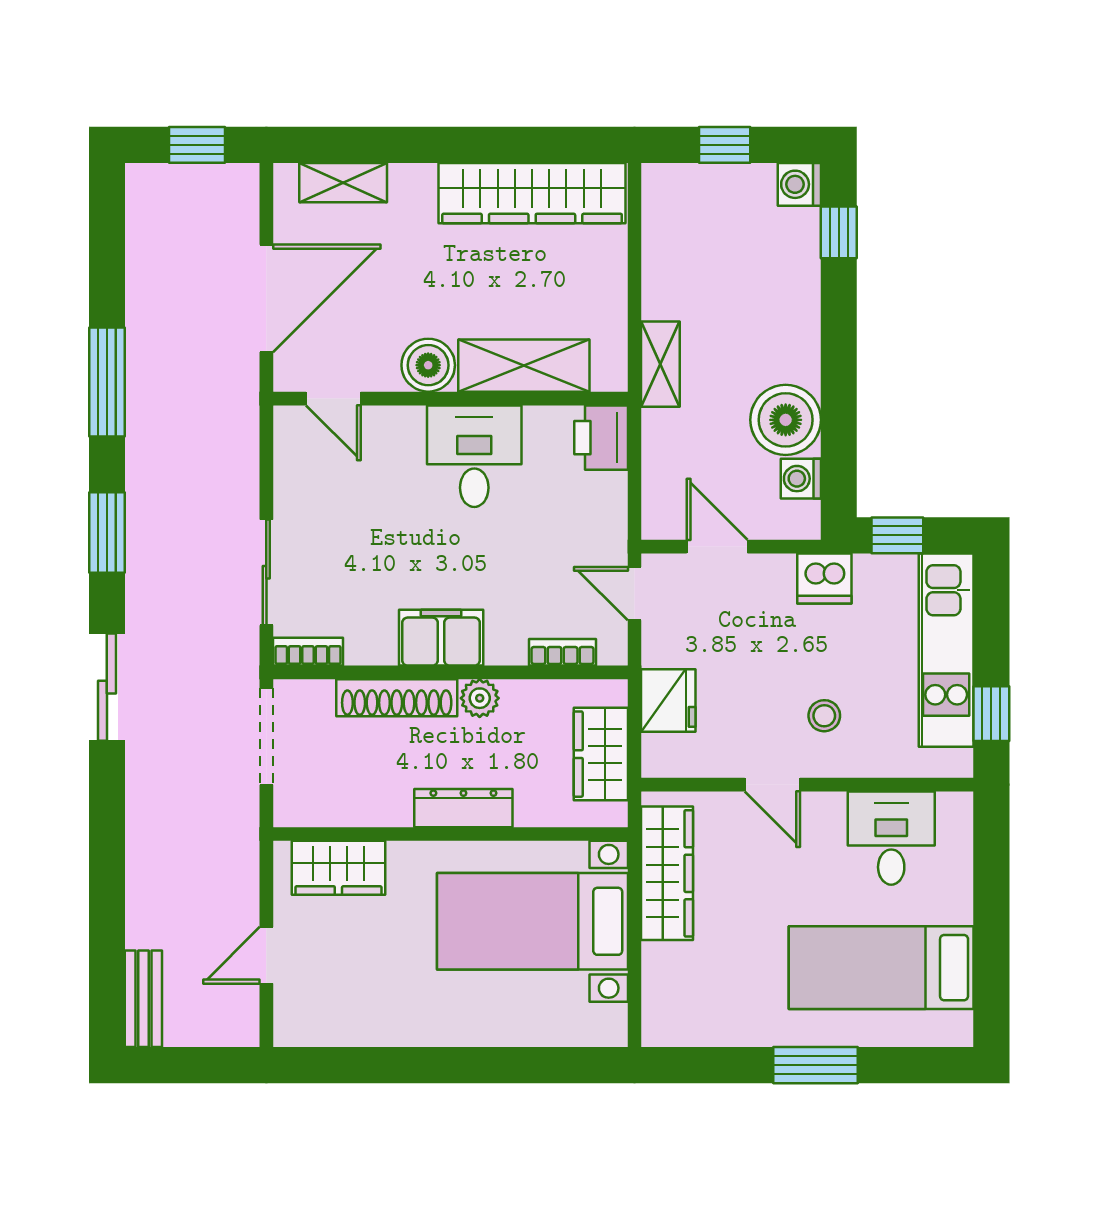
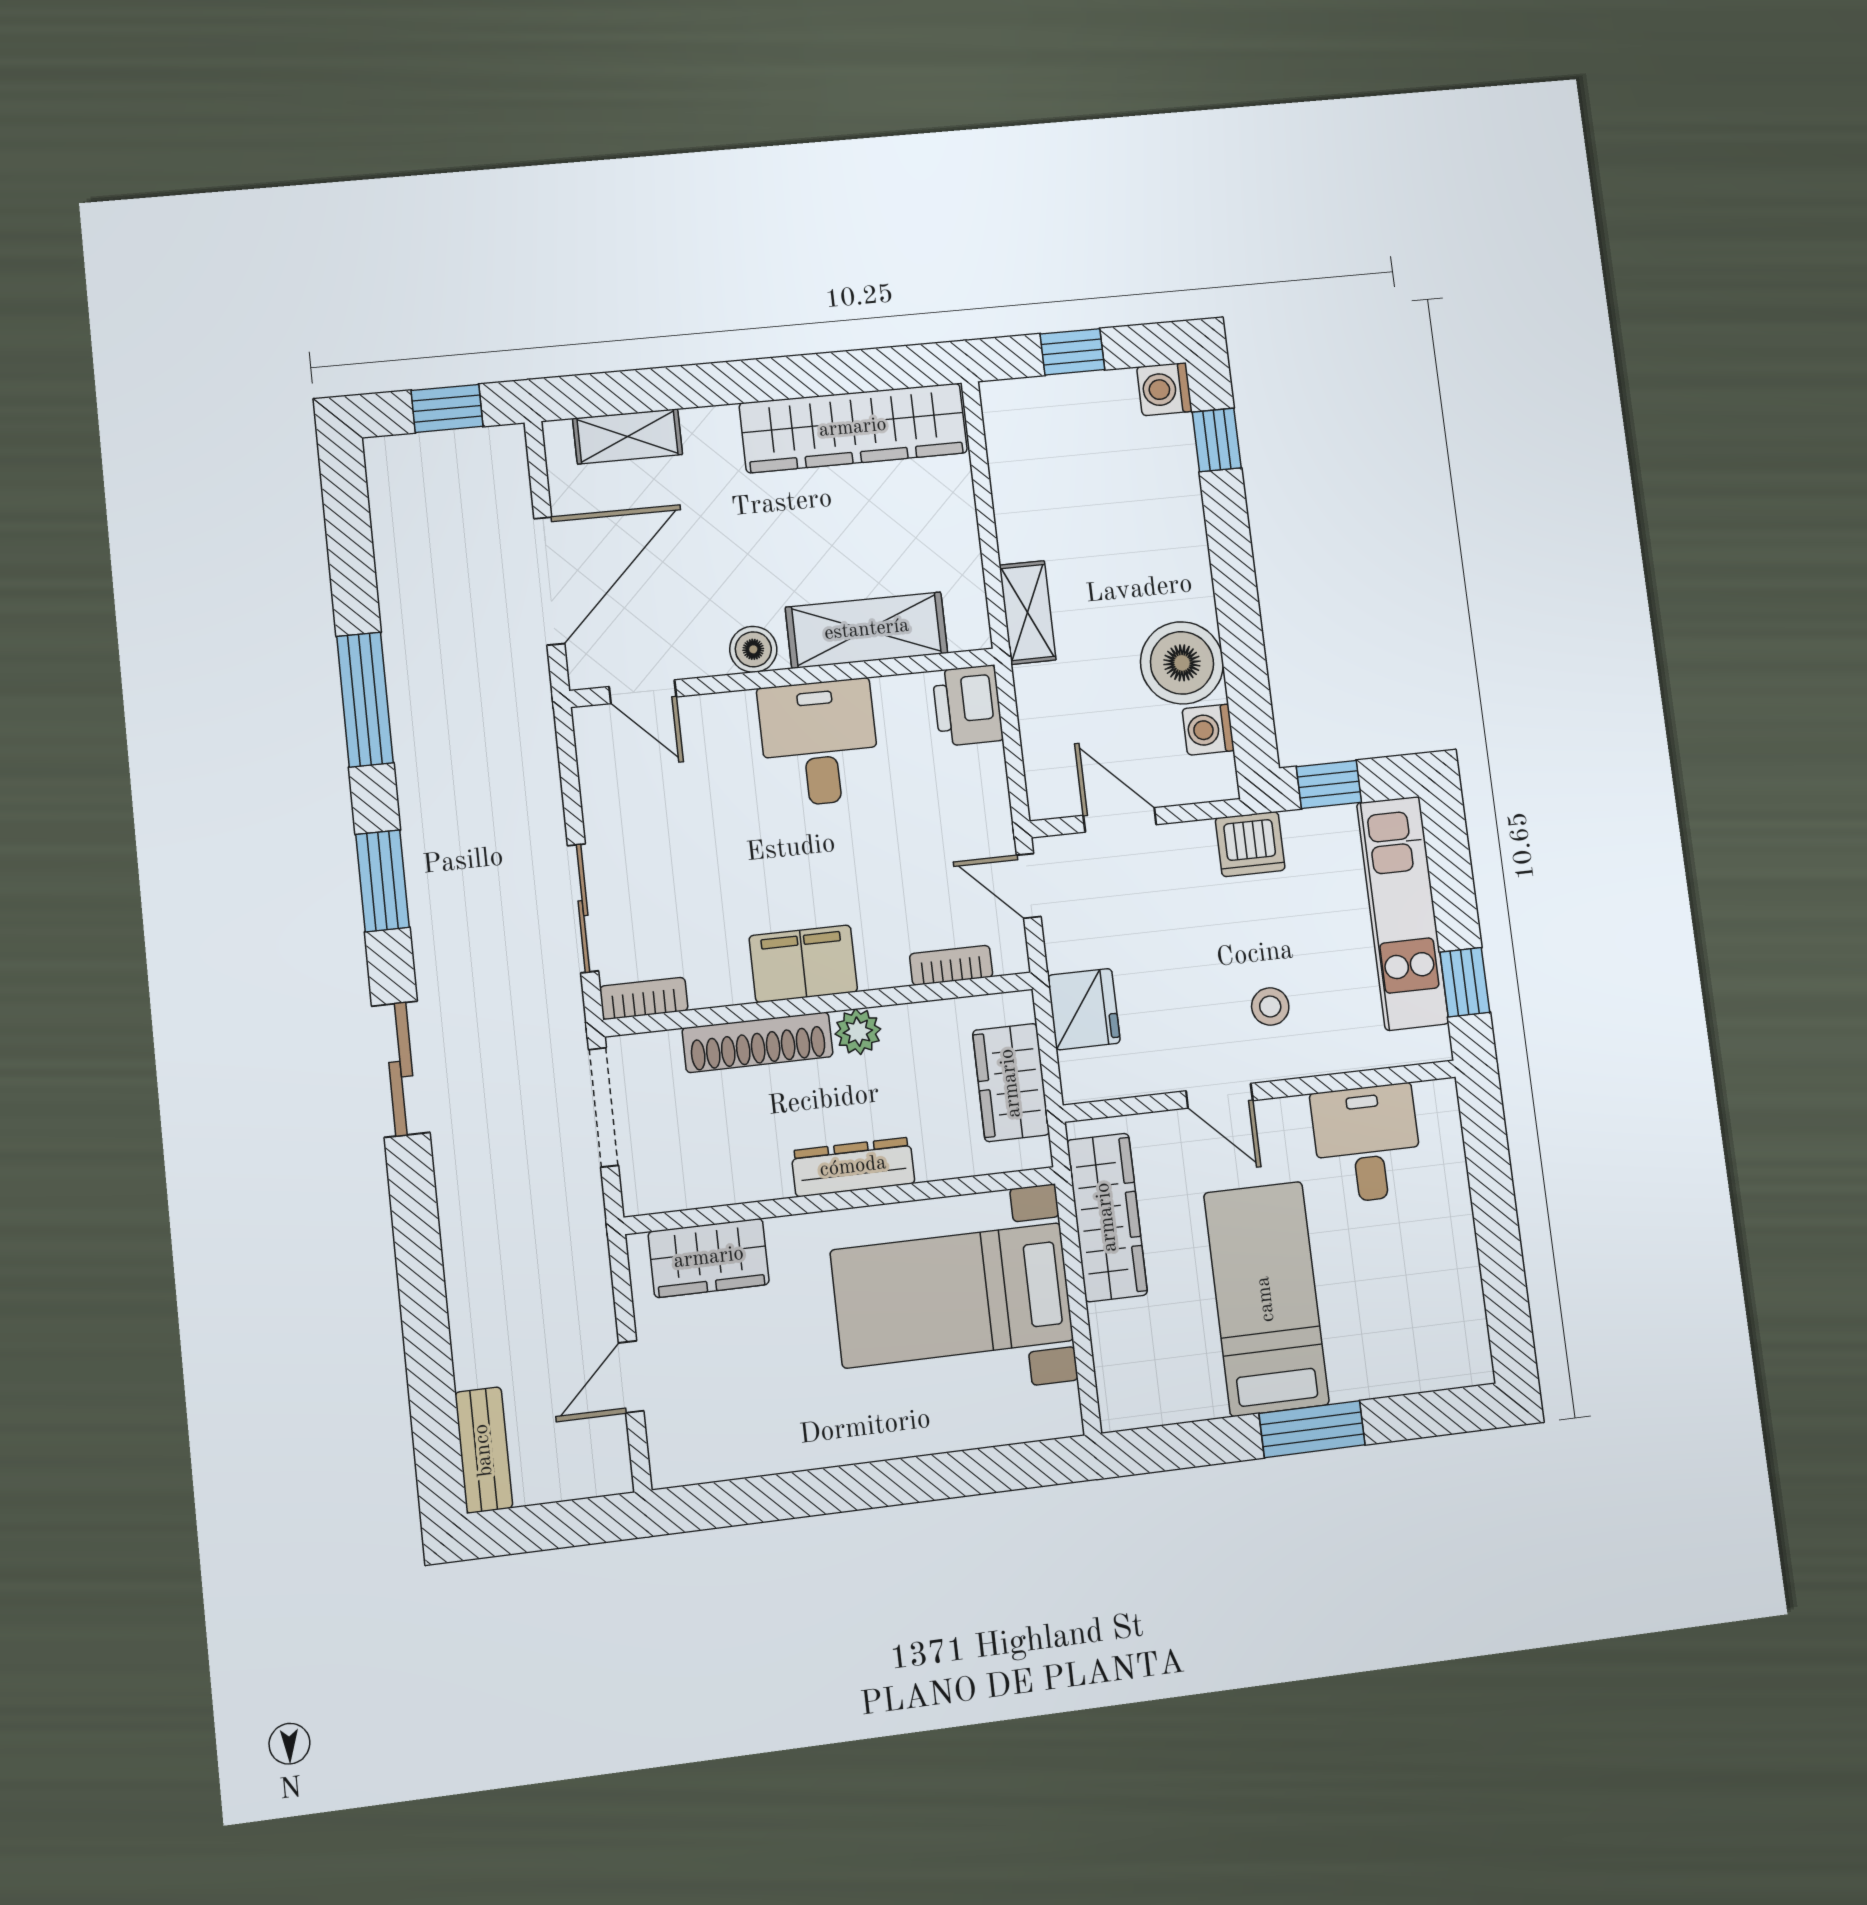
boiler: (428, 365) -> (753, 649), width x0.73, depth x0.73
bed: (881, 968) -> (1266, 1299), moved, turned 90

